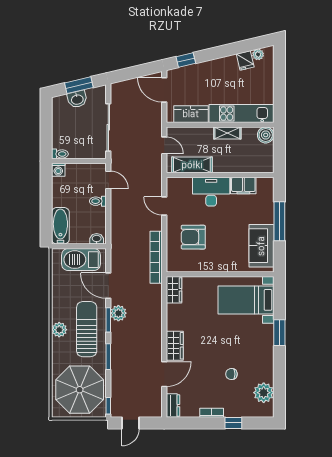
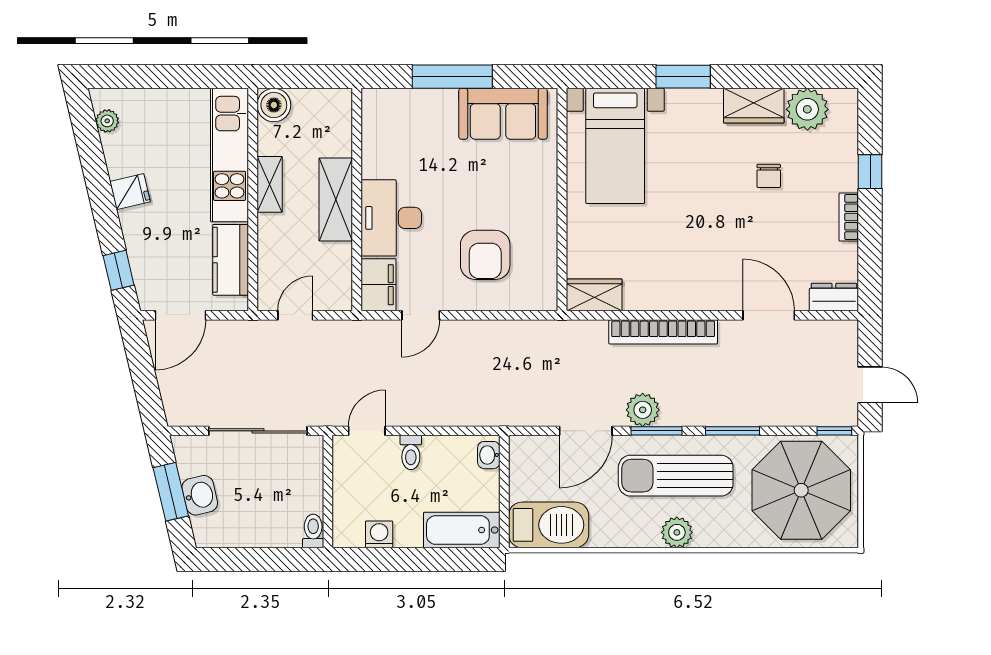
fridge: (245, 60) -> (130, 192), moved
shelving: (192, 165) -> (336, 199), moved
washing machine: (58, 170) -> (379, 534), moved, turned -90
filing cabinet: (243, 186) -> (379, 285), moved
bookcase: (156, 257) -> (663, 332), moved
barbecue: (81, 260) -> (549, 525), moved, turned -90
wardrobe: (175, 346) -> (754, 106), moved, turned 180

